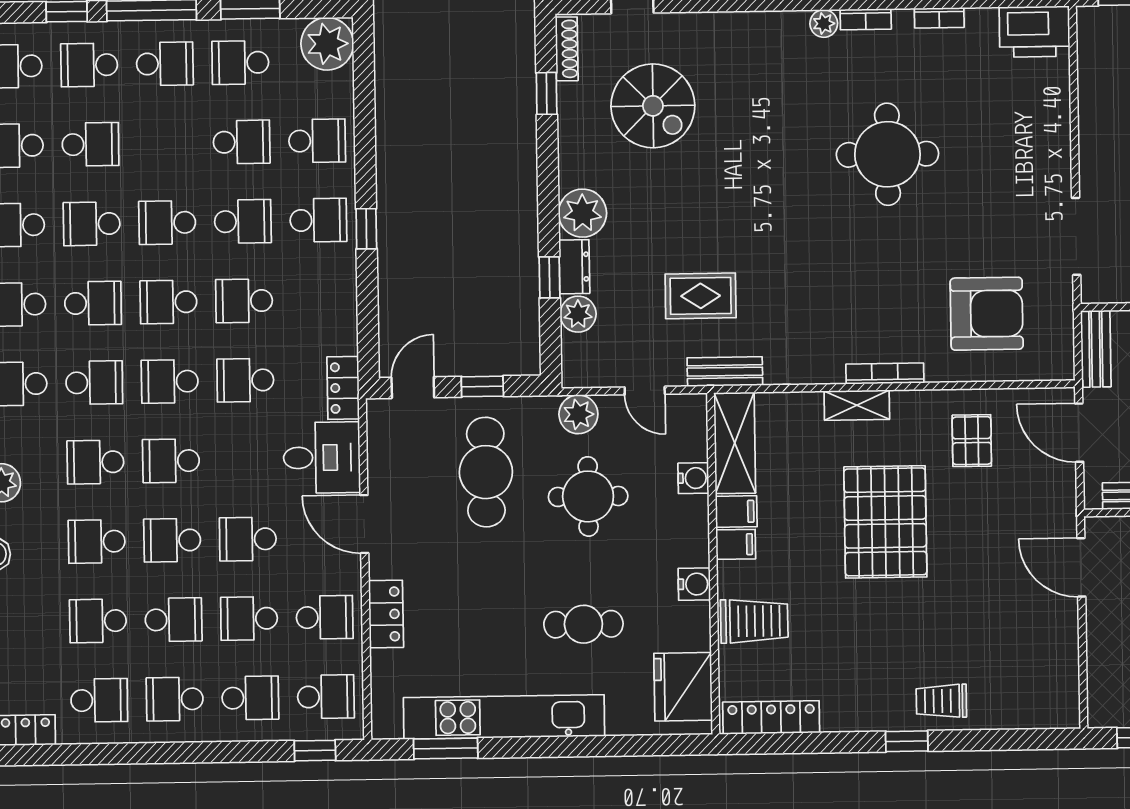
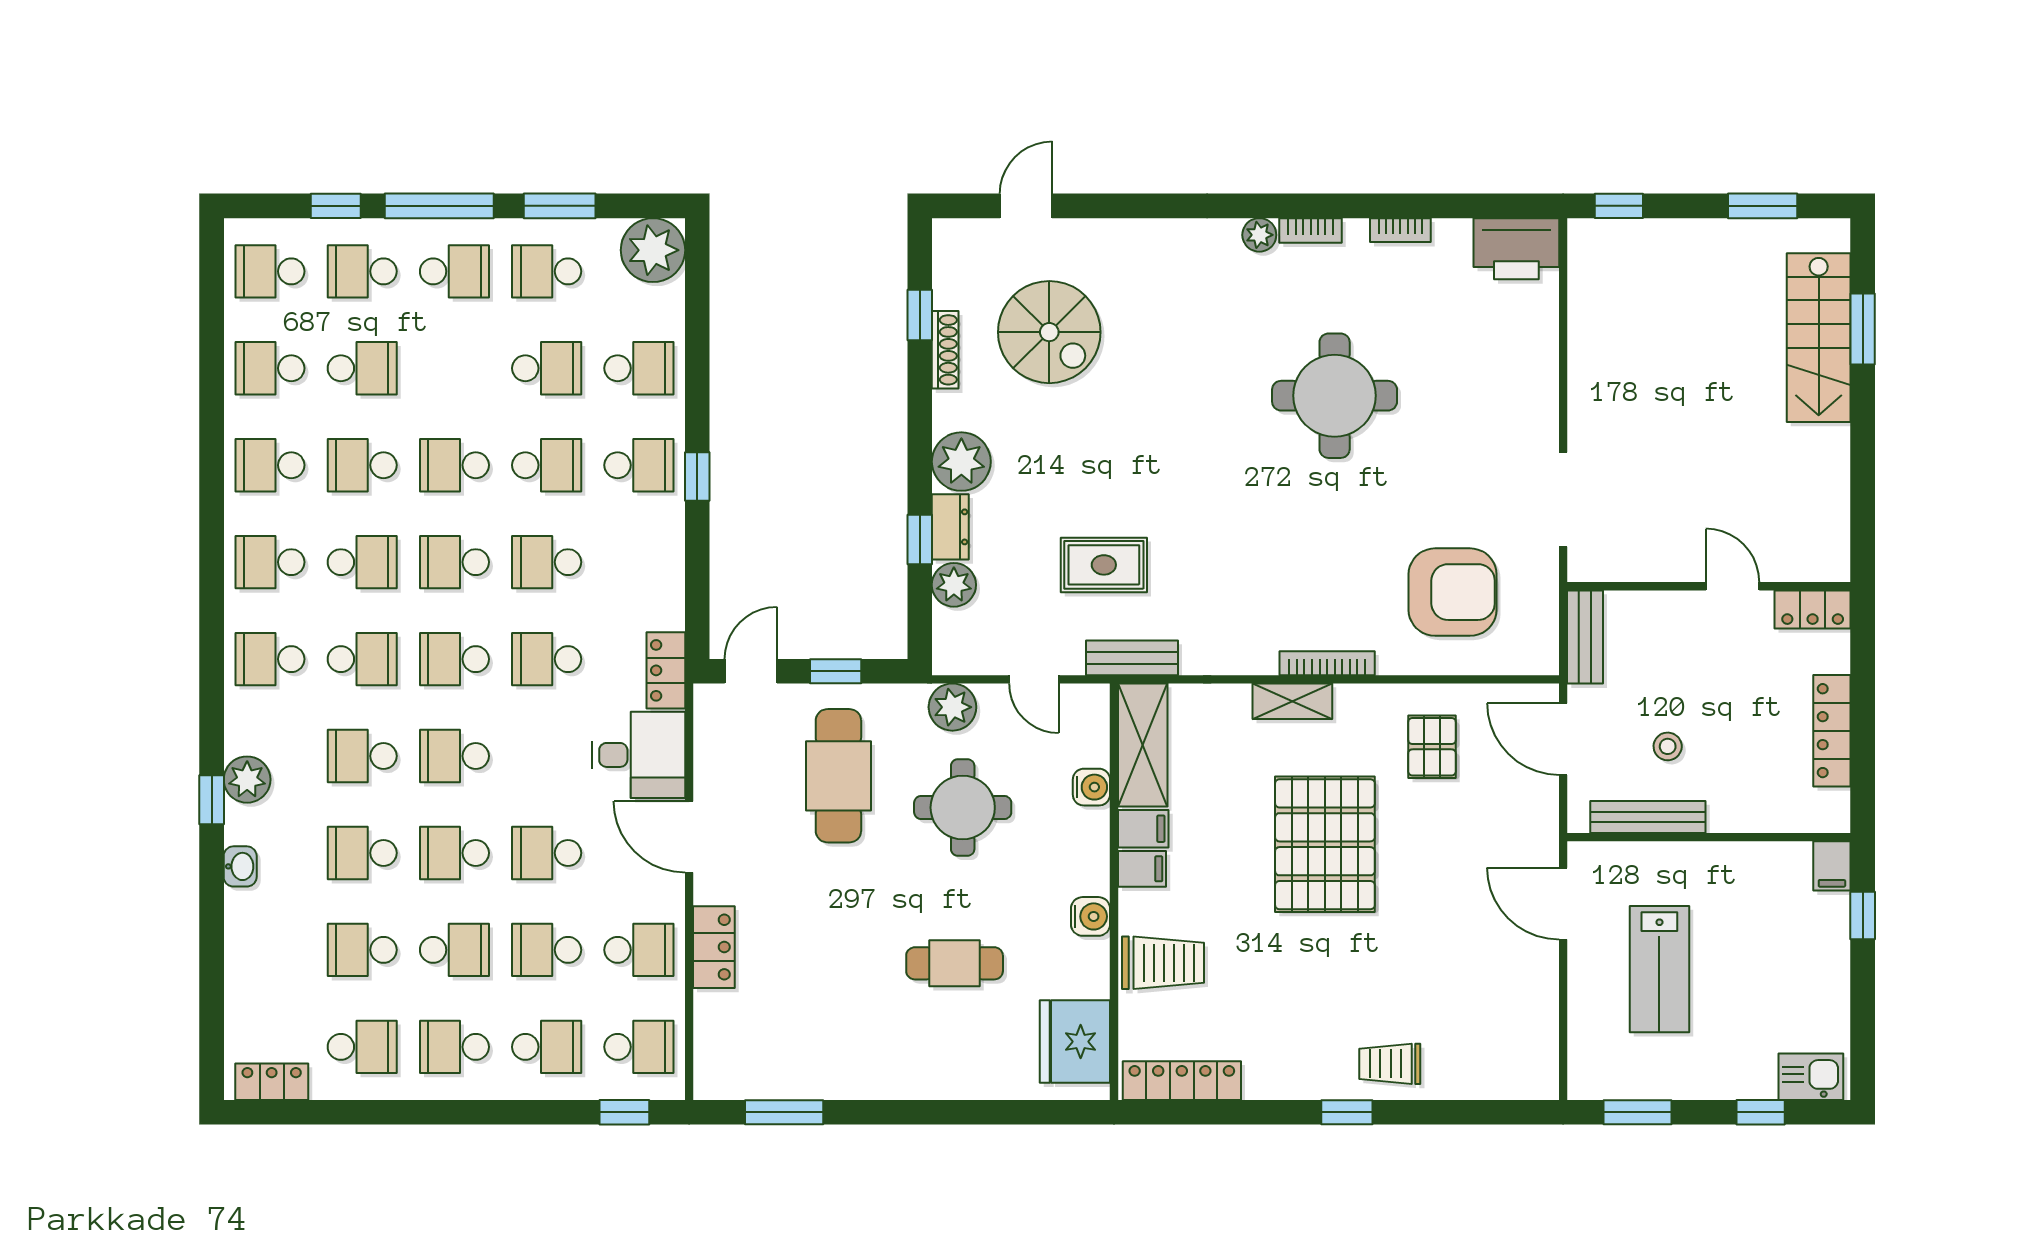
shoe rack: (567, 49) -> (945, 350), moved
kitchen unit: (504, 717) -> (856, 1075), removed

